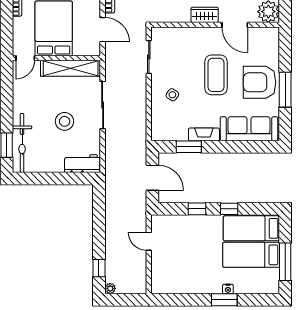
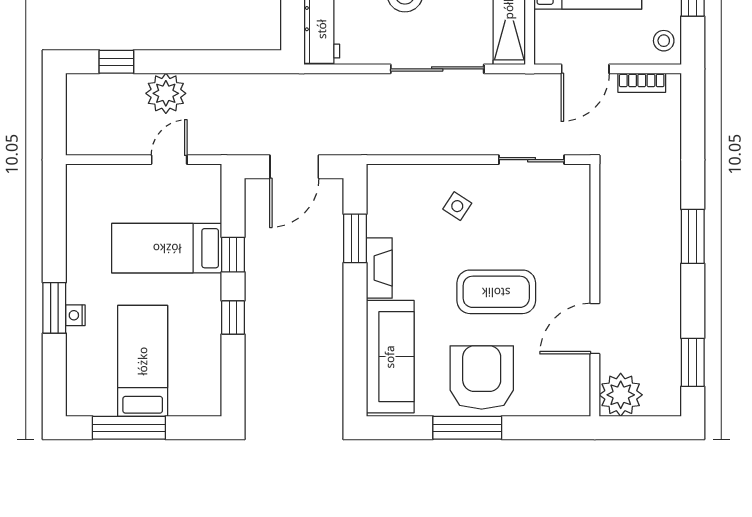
wardrobe: (205, 15) -> (614, 270), removed
bed: (251, 228) -> (167, 248), moved, turned -90
plant: (110, 288) -> (166, 93), moved, width x1.88, depth x1.88

